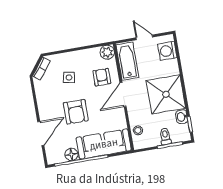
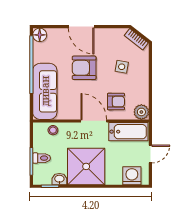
door: (41, 133) -> (81, 27), moved
floor lamp: (71, 154) -> (40, 35), moved

